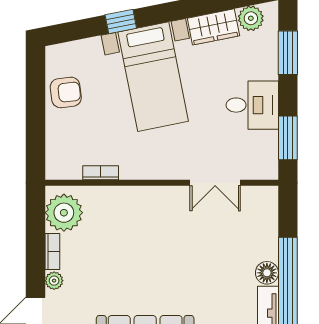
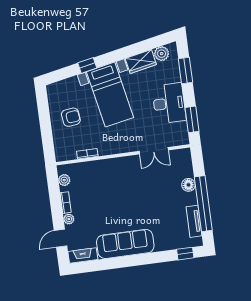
armchair: (66, 92) -> (71, 117), moved
desk: (252, 105) -> (169, 103), width x1.37
plant: (64, 213) -> (64, 180), width x0.53, depth x0.53
floor lamp: (267, 273) -> (188, 185), moved

